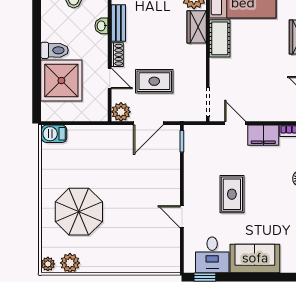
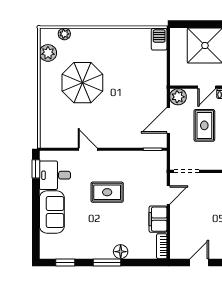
door: (148, 123) -> (168, 120), hinge flipped
parasol: (79, 212) -> (82, 83), moved
door: (182, 217) -> (88, 149), hinge flipped
plant: (48, 264) -> (64, 34), moved

